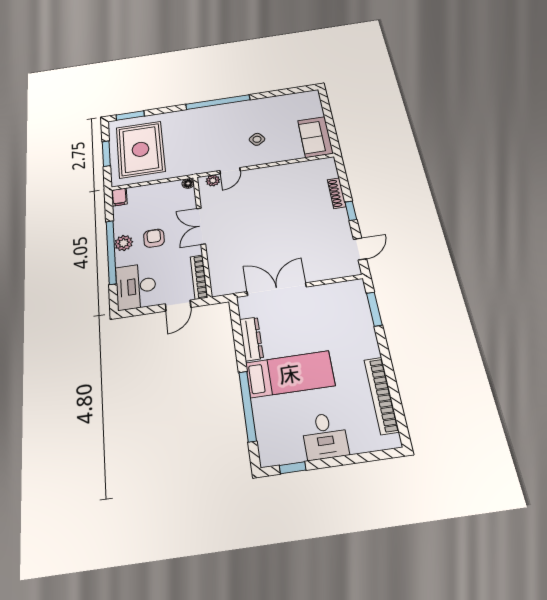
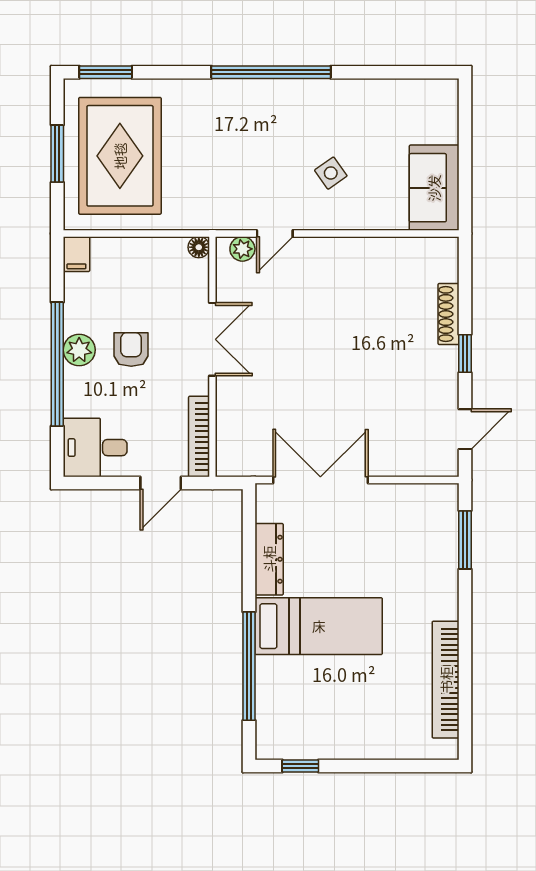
double door: (201, 226) -> (212, 339), swing flipped
desk: (136, 286) -> (95, 448), width x0.73
desk: (325, 436) -> (353, 728), removed

